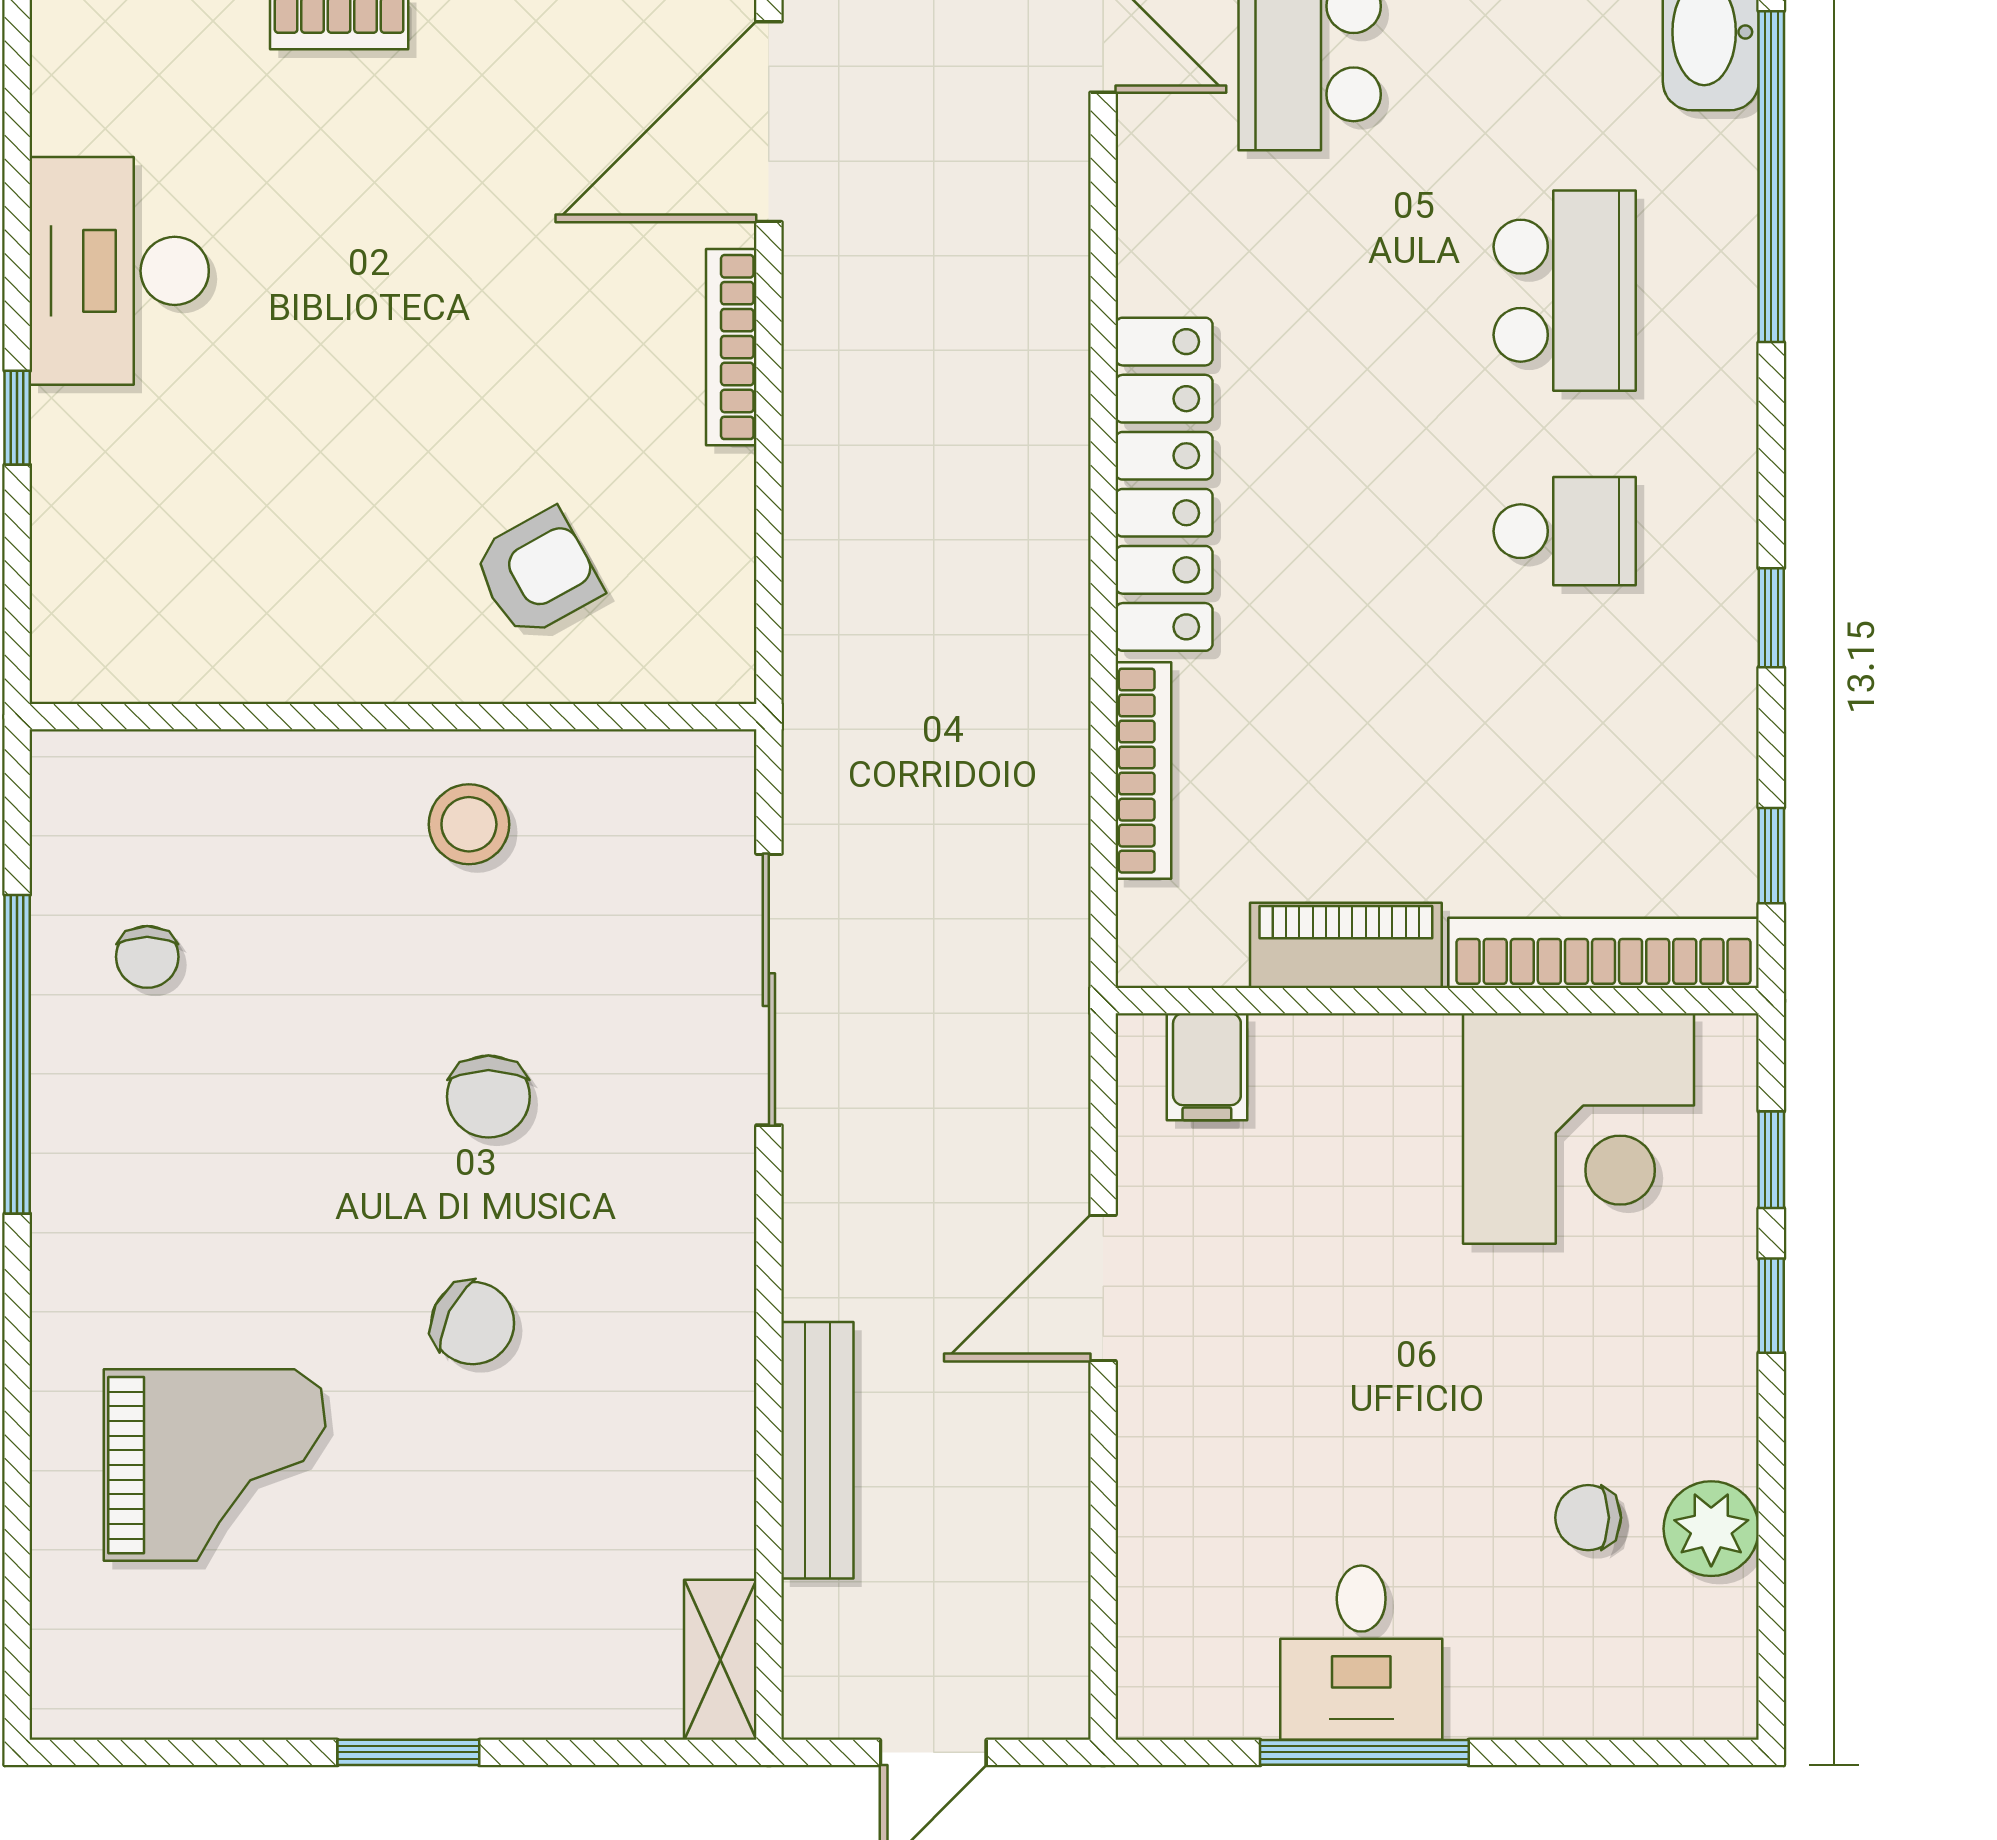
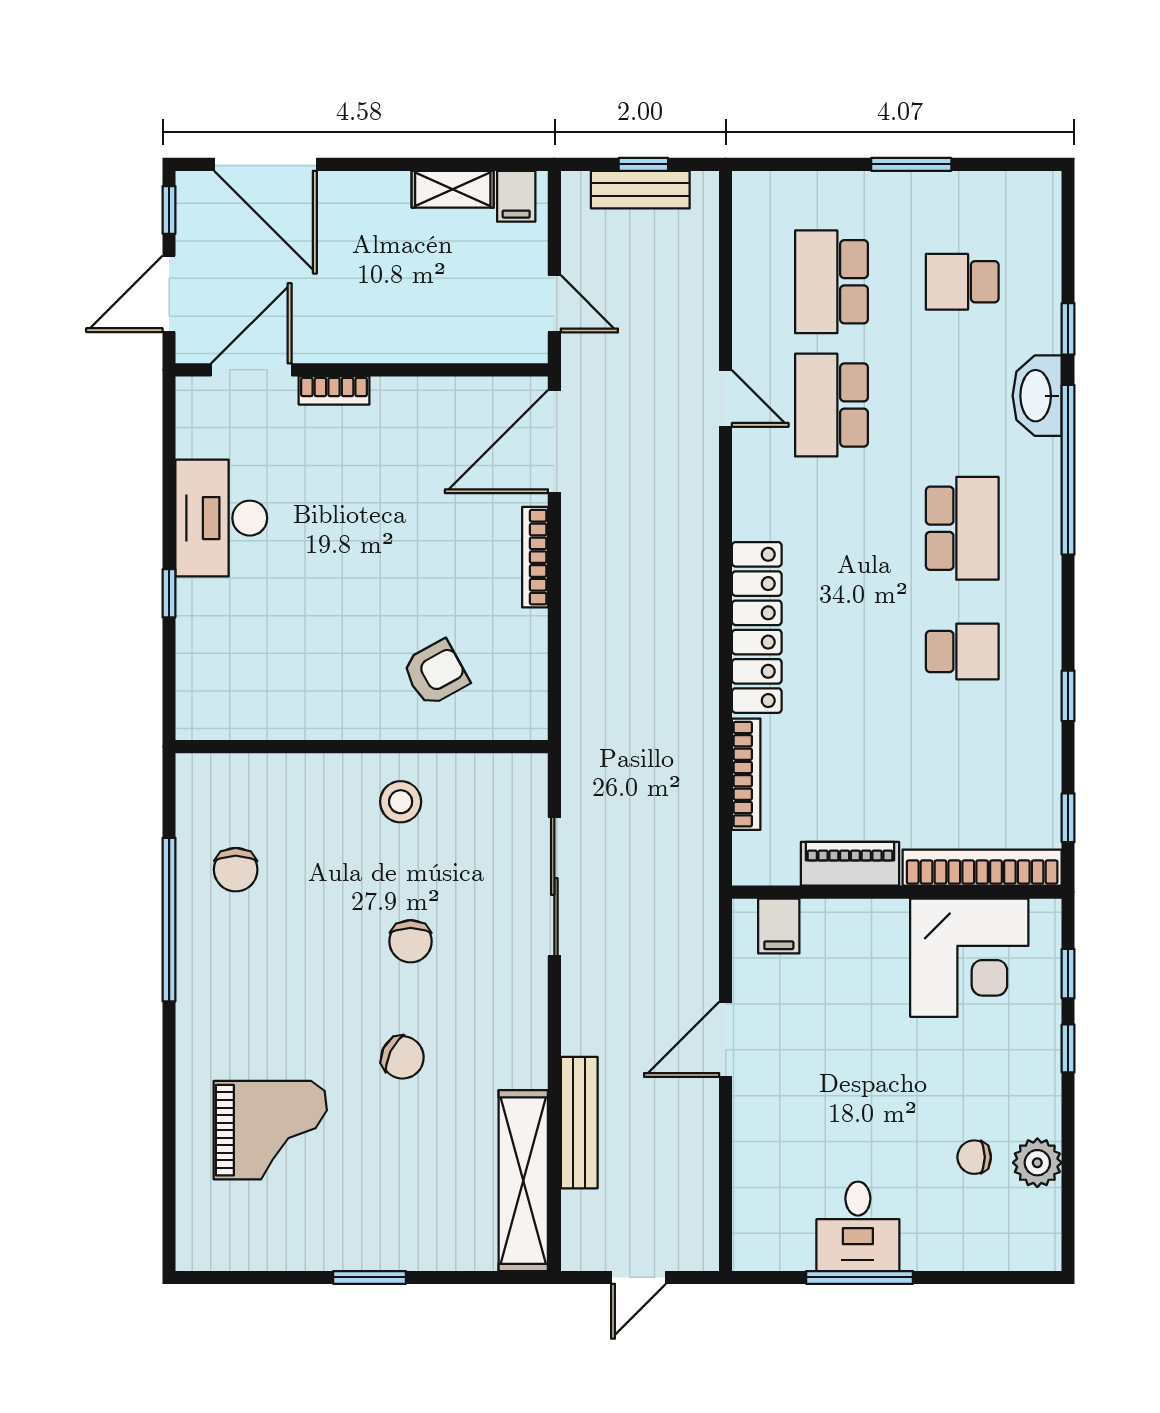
chair: (147, 957) -> (236, 870), width x1.37, depth x1.37
shelving: (720, 1660) -> (523, 1181), width x2.20, depth x1.33

